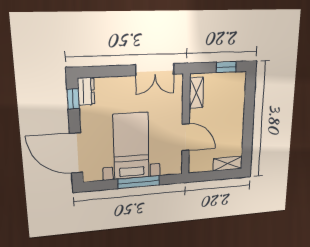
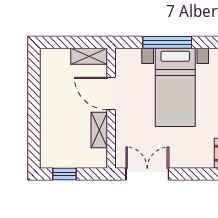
shelving: (196, 93) -> (99, 130), moved
shelving: (228, 164) -> (89, 56), moved

